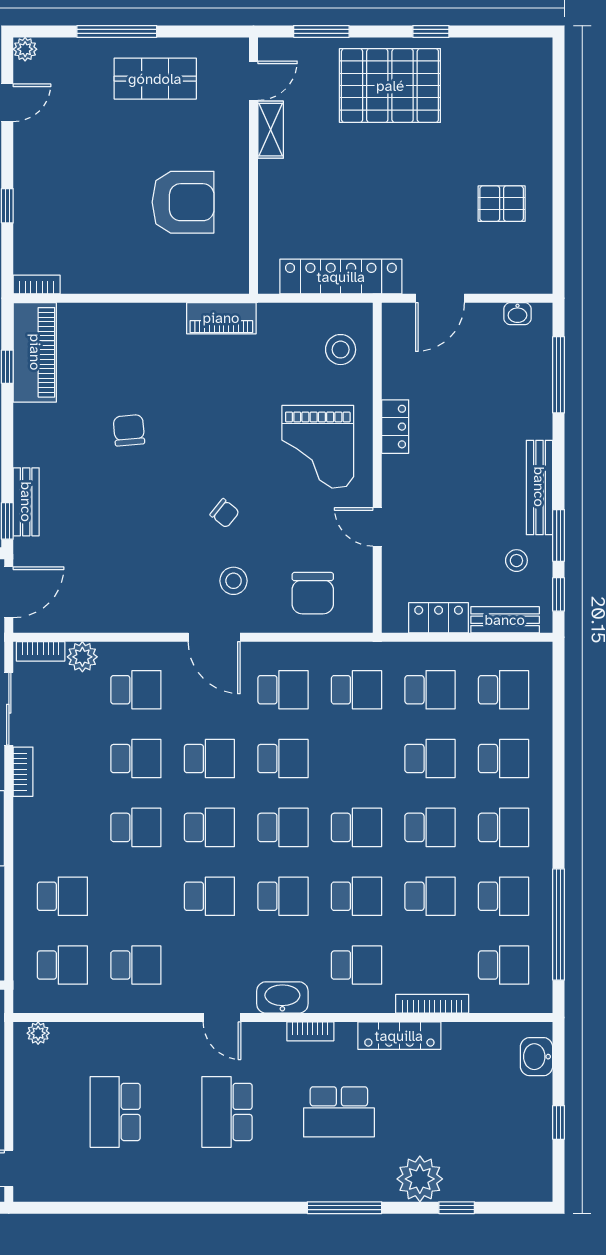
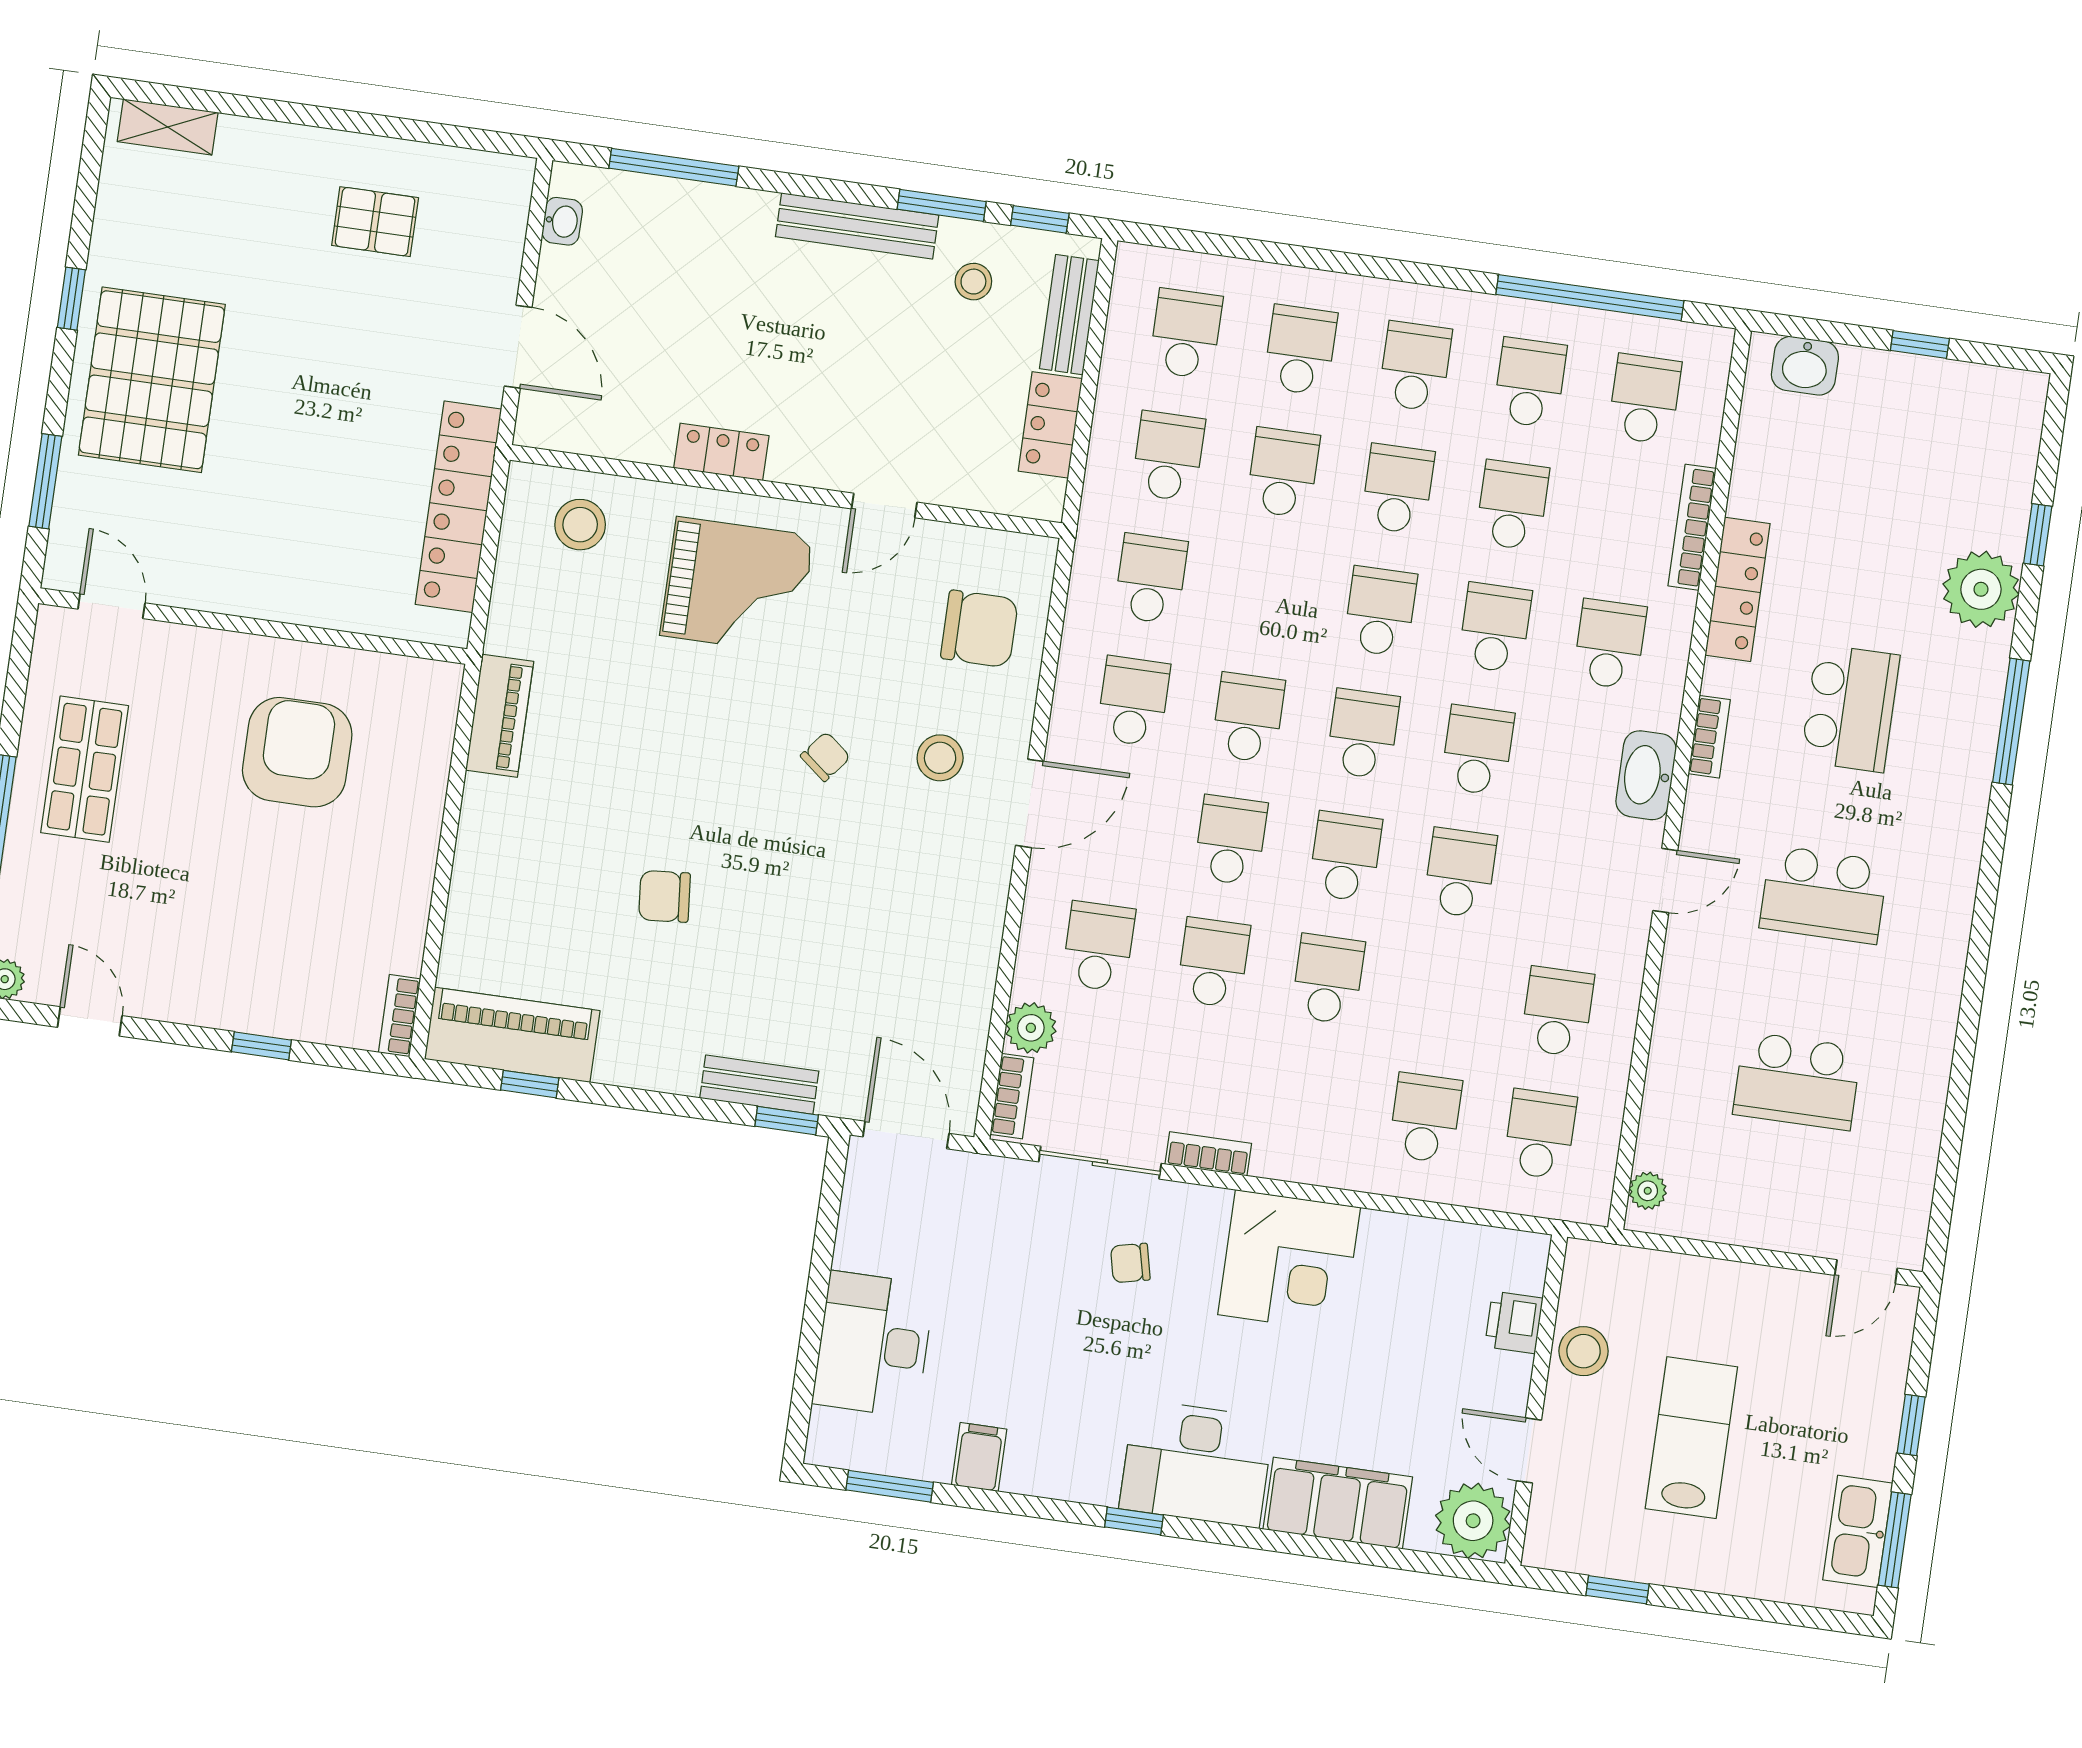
shelving: (271, 130) -> (168, 127), moved
pallet: (502, 204) -> (375, 222), turned 90

